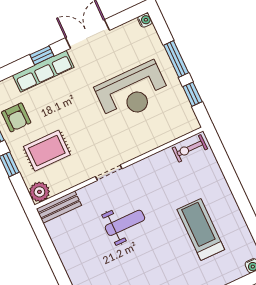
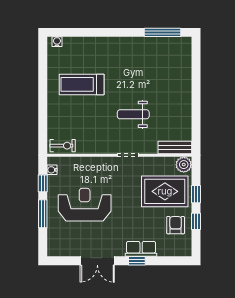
water cooler: (145, 20) -> (52, 170), moved
row of seats: (43, 71) -> (141, 249), width x0.68
rug: (47, 151) -> (165, 191), width x1.36, depth x1.43
treadmill: (201, 230) -> (82, 84), turned 90

